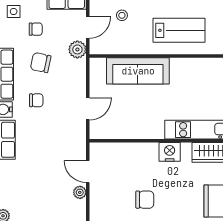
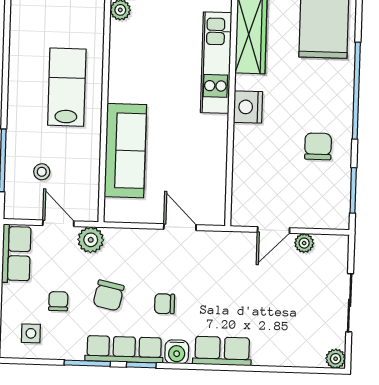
chair: (36, 100) -> (165, 304), turned -90

